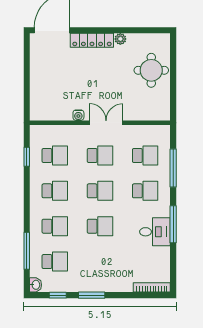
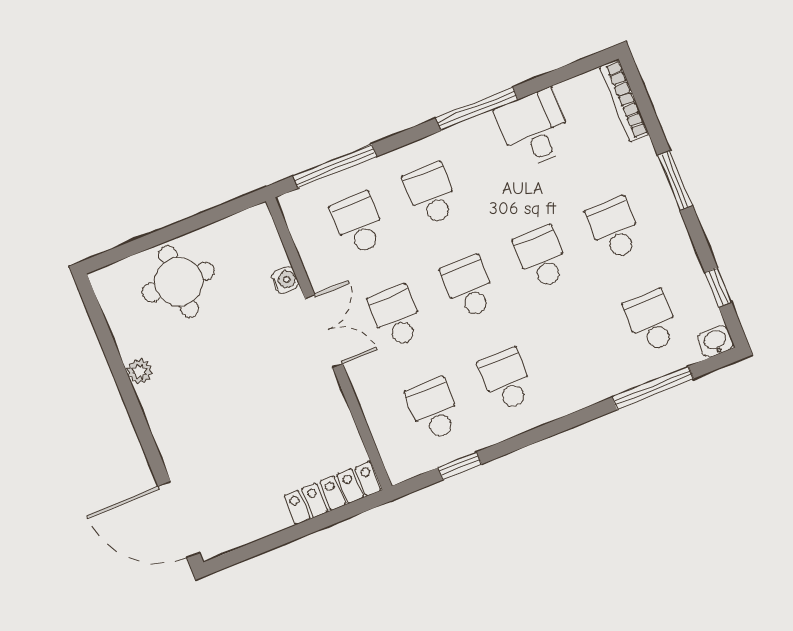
locker: (92, 40) -> (332, 493), moved, turned -90
water cooler: (78, 115) -> (285, 280), moved
double door: (106, 123) -> (324, 331), swing flipped
window: (173, 168) -> (335, 166), moved
school desk: (55, 226) -> (614, 228), moved
desk: (155, 232) -> (535, 129), moved
window: (92, 295) -> (675, 180), moved

